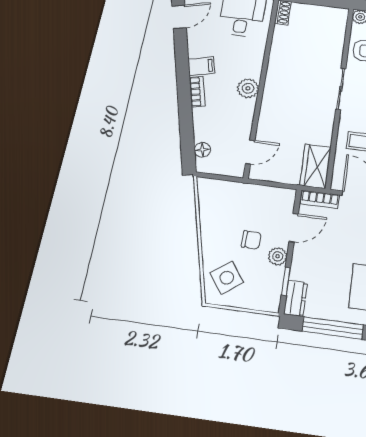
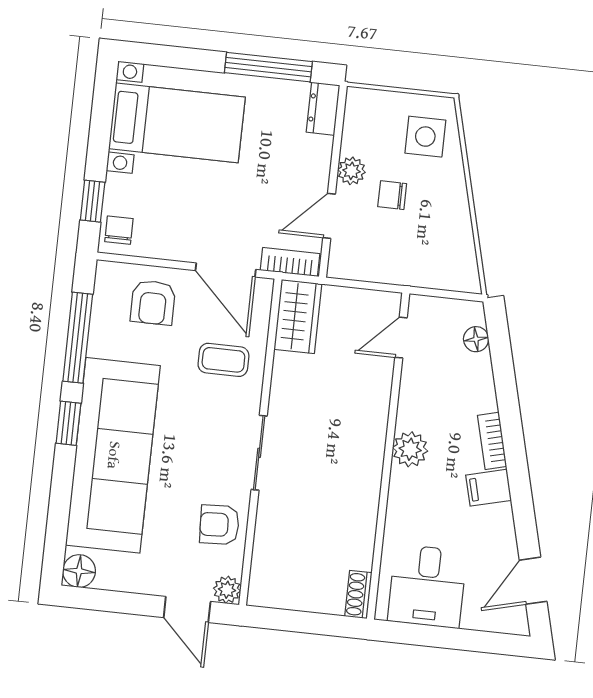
side table: (227, 278) -> (425, 137), turned 37
window: (286, 281) -> (338, 133), removed

